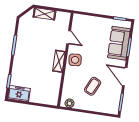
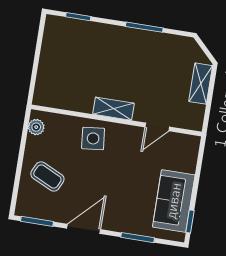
sofa: (119, 43) -> (174, 201), moved, turned -90
side table: (75, 60) -> (93, 138), moved
coffee table: (93, 86) -> (47, 176), moved
freezer: (19, 94) -> (55, 35), removed

